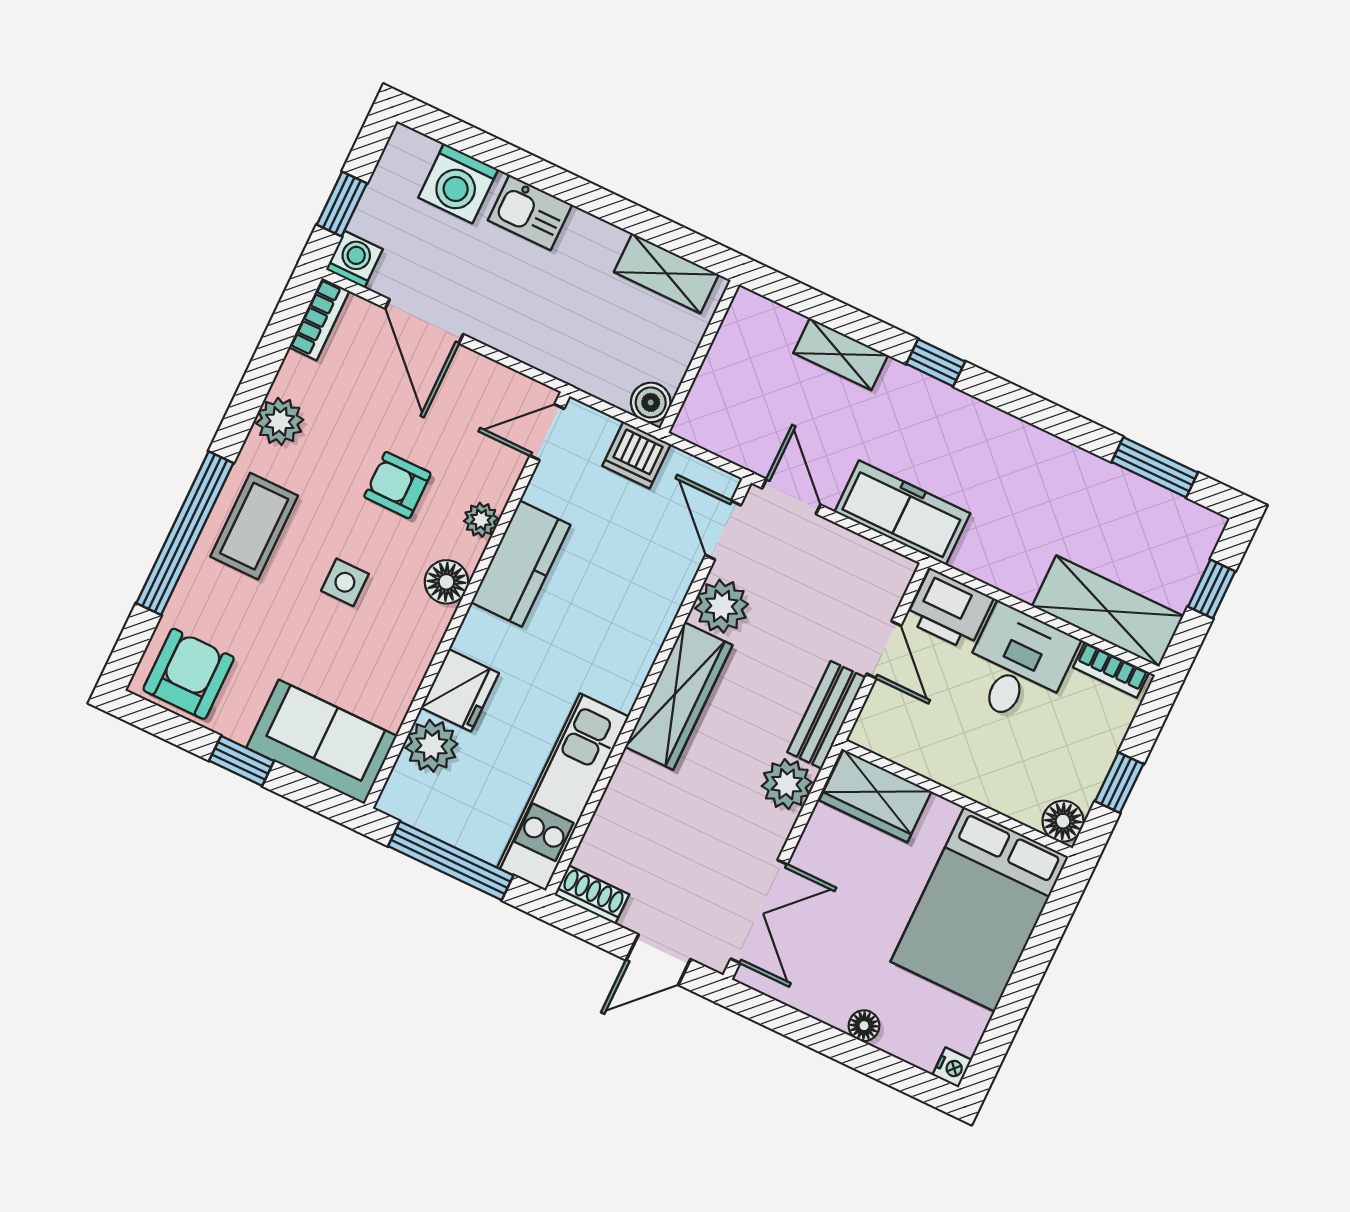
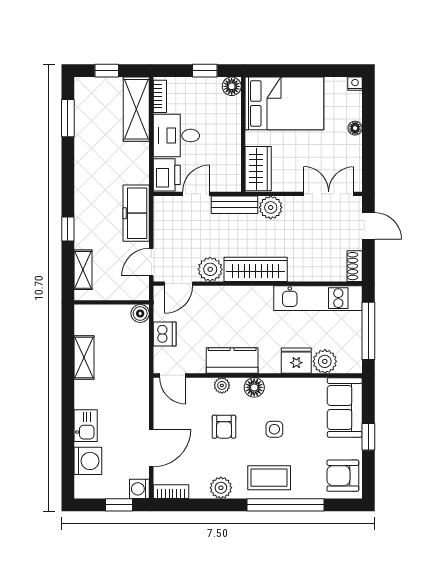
wall: (700, 356) -> (112, 302), moved
boiler: (651, 402) -> (140, 314), moved

